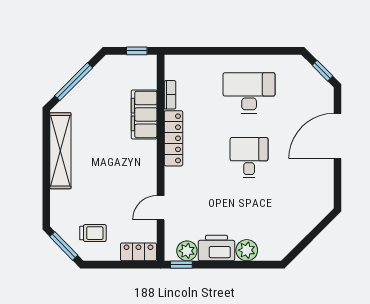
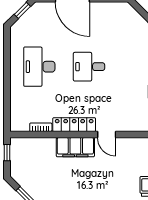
filing cabinet: (144, 114) -> (75, 147), moved
door: (161, 208) -> (107, 134), moved

